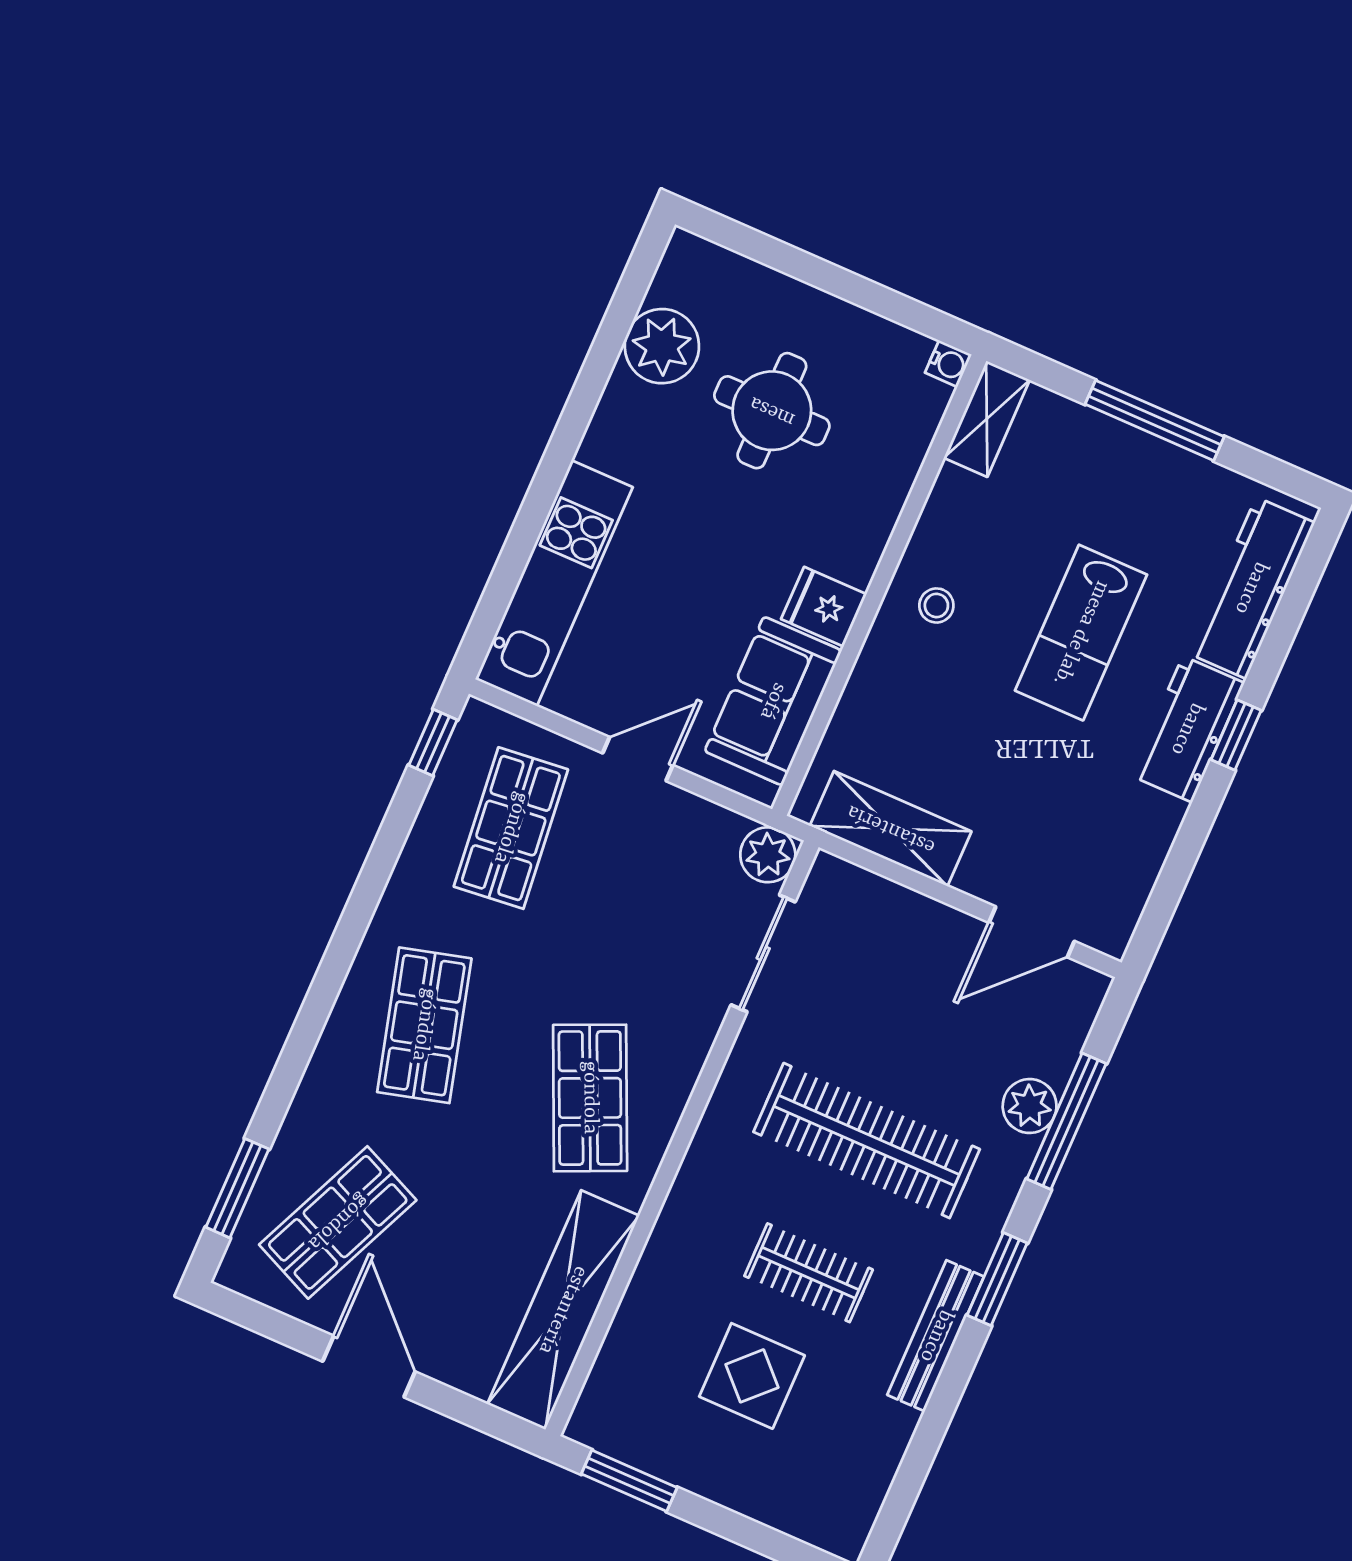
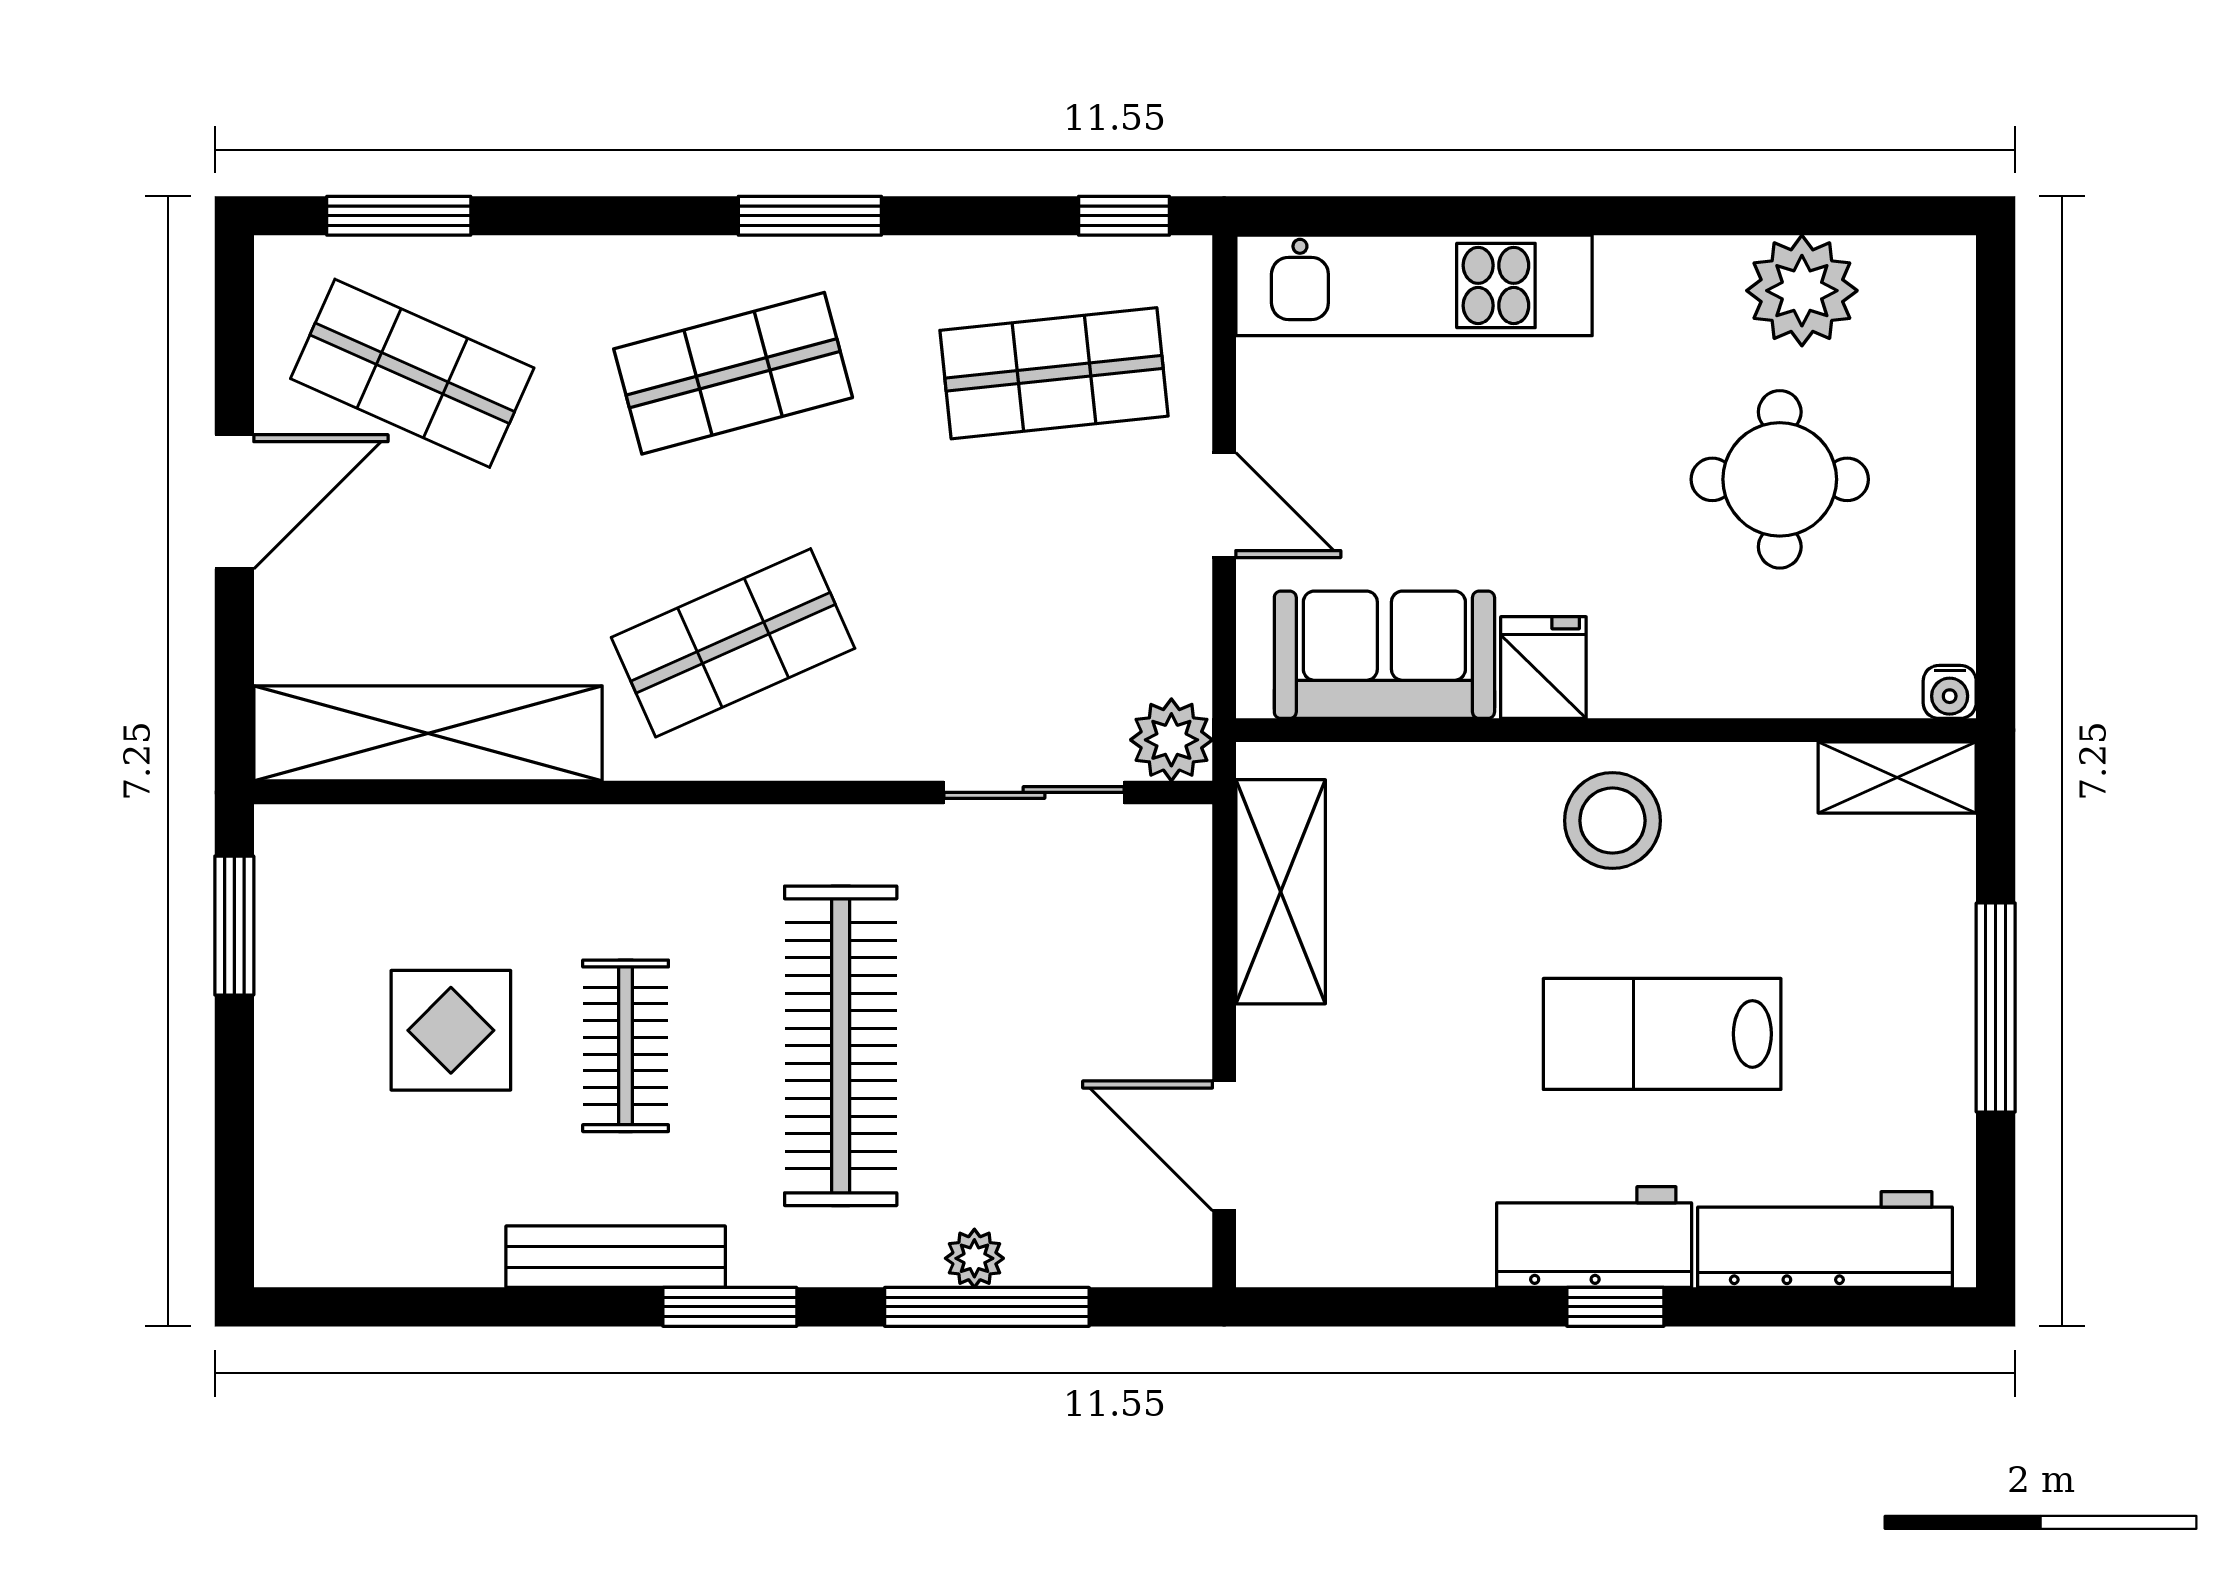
stool: (936, 605) -> (1612, 821), width x1.89, depth x1.89
window: (348, 936) -> (810, 216), added
plant: (1030, 1106) -> (974, 1258), width x0.73, depth x0.73

